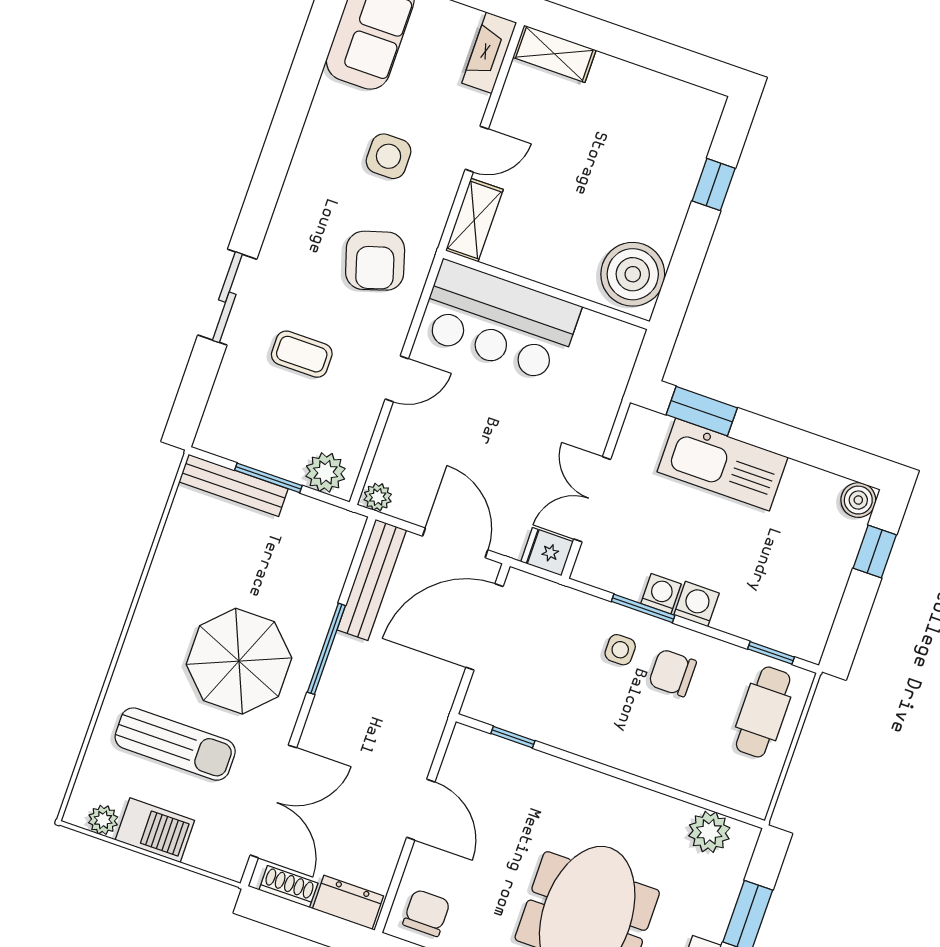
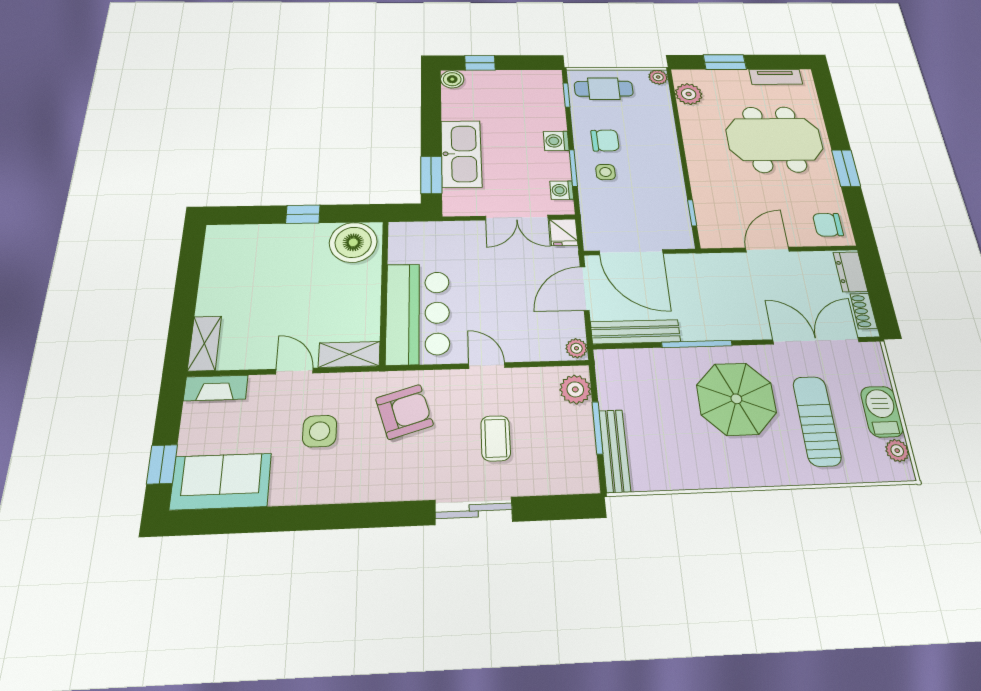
window: (714, 185) -> (303, 214), moved
washing machine: (661, 594) -> (562, 190), moved
chair: (672, 673) -> (605, 140), turned -91
plant: (756, 802) -> (658, 77), added

